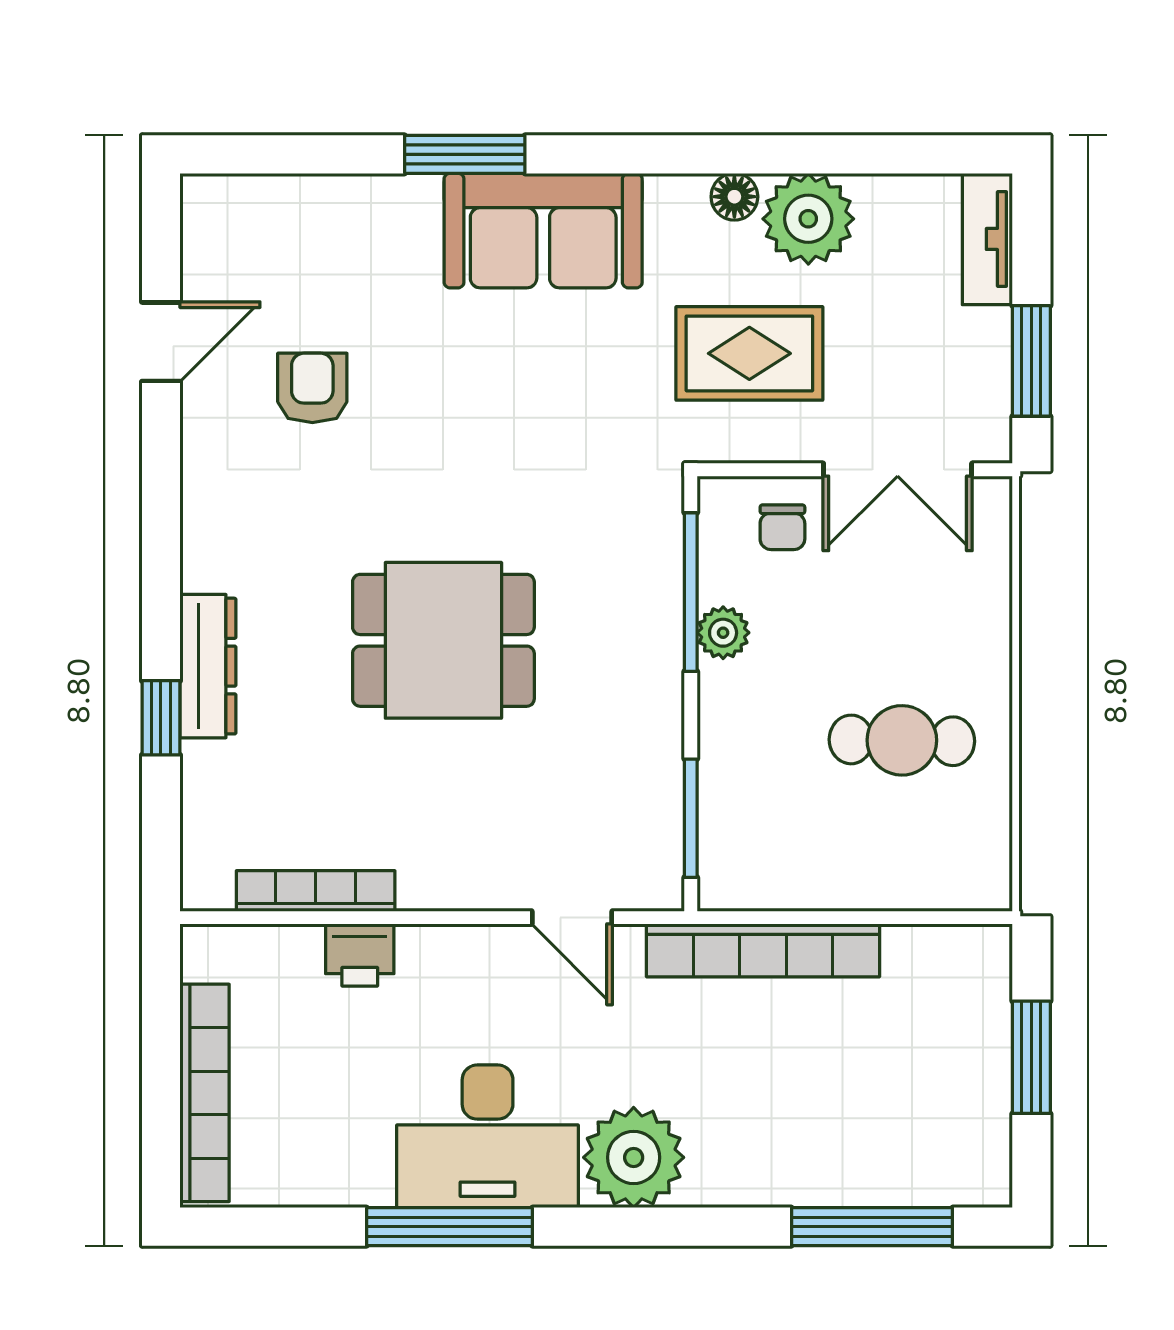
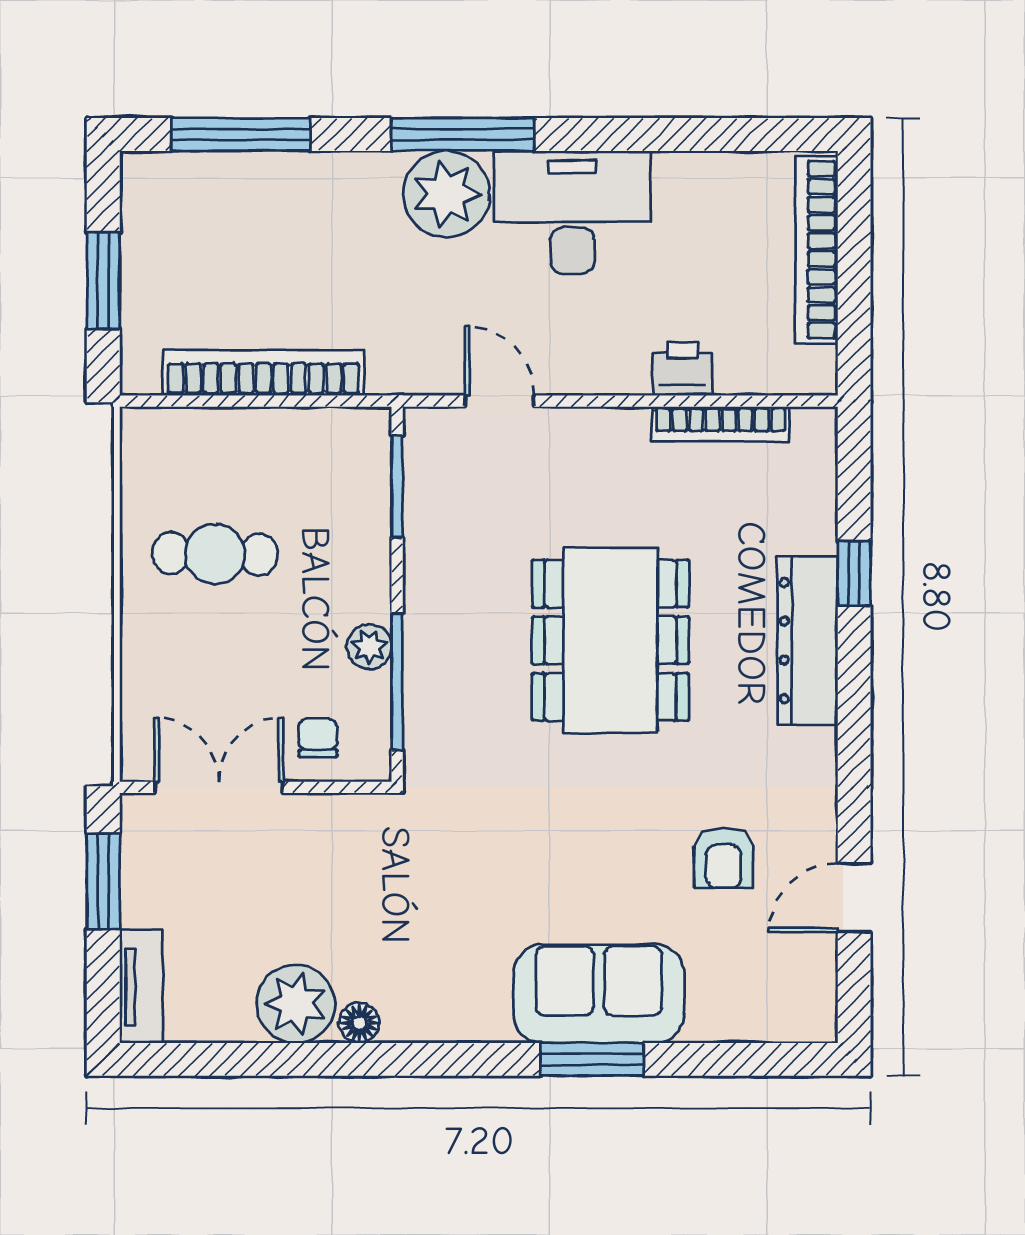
sofa: (543, 231) -> (599, 994), moved
rug: (749, 353) -> (347, 888), removed
dining table: (443, 640) -> (610, 640), width x1.37
dresser: (208, 666) -> (808, 641), width x1.37, depth x1.24
bookcase: (763, 950) -> (264, 373), moved
window: (450, 1227) -> (463, 134), moved

